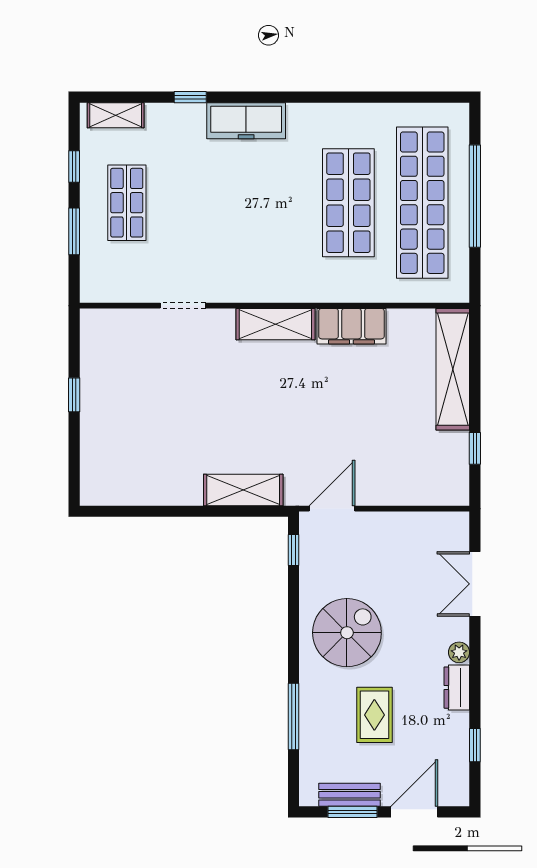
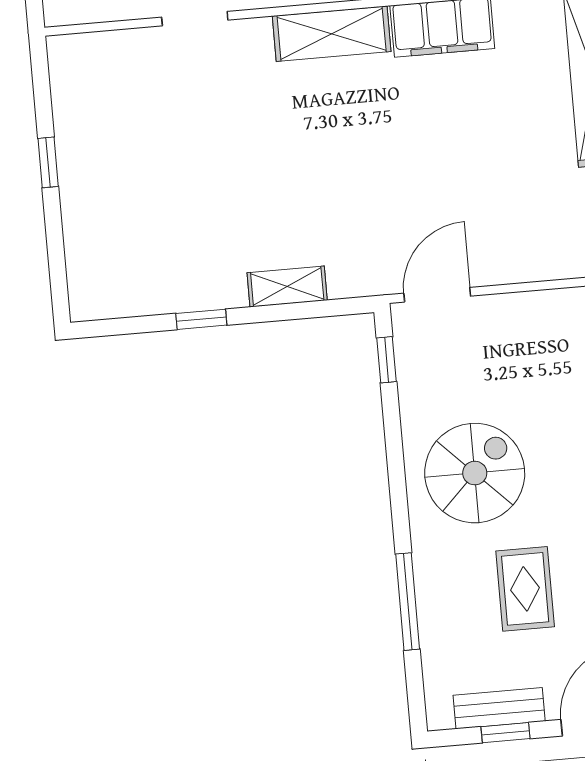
shelving: (243, 490) -> (287, 286), width x0.67, depth x0.75
window: (169, 511) -> (201, 319), added
window: (352, 812) -> (506, 733), width x0.67

